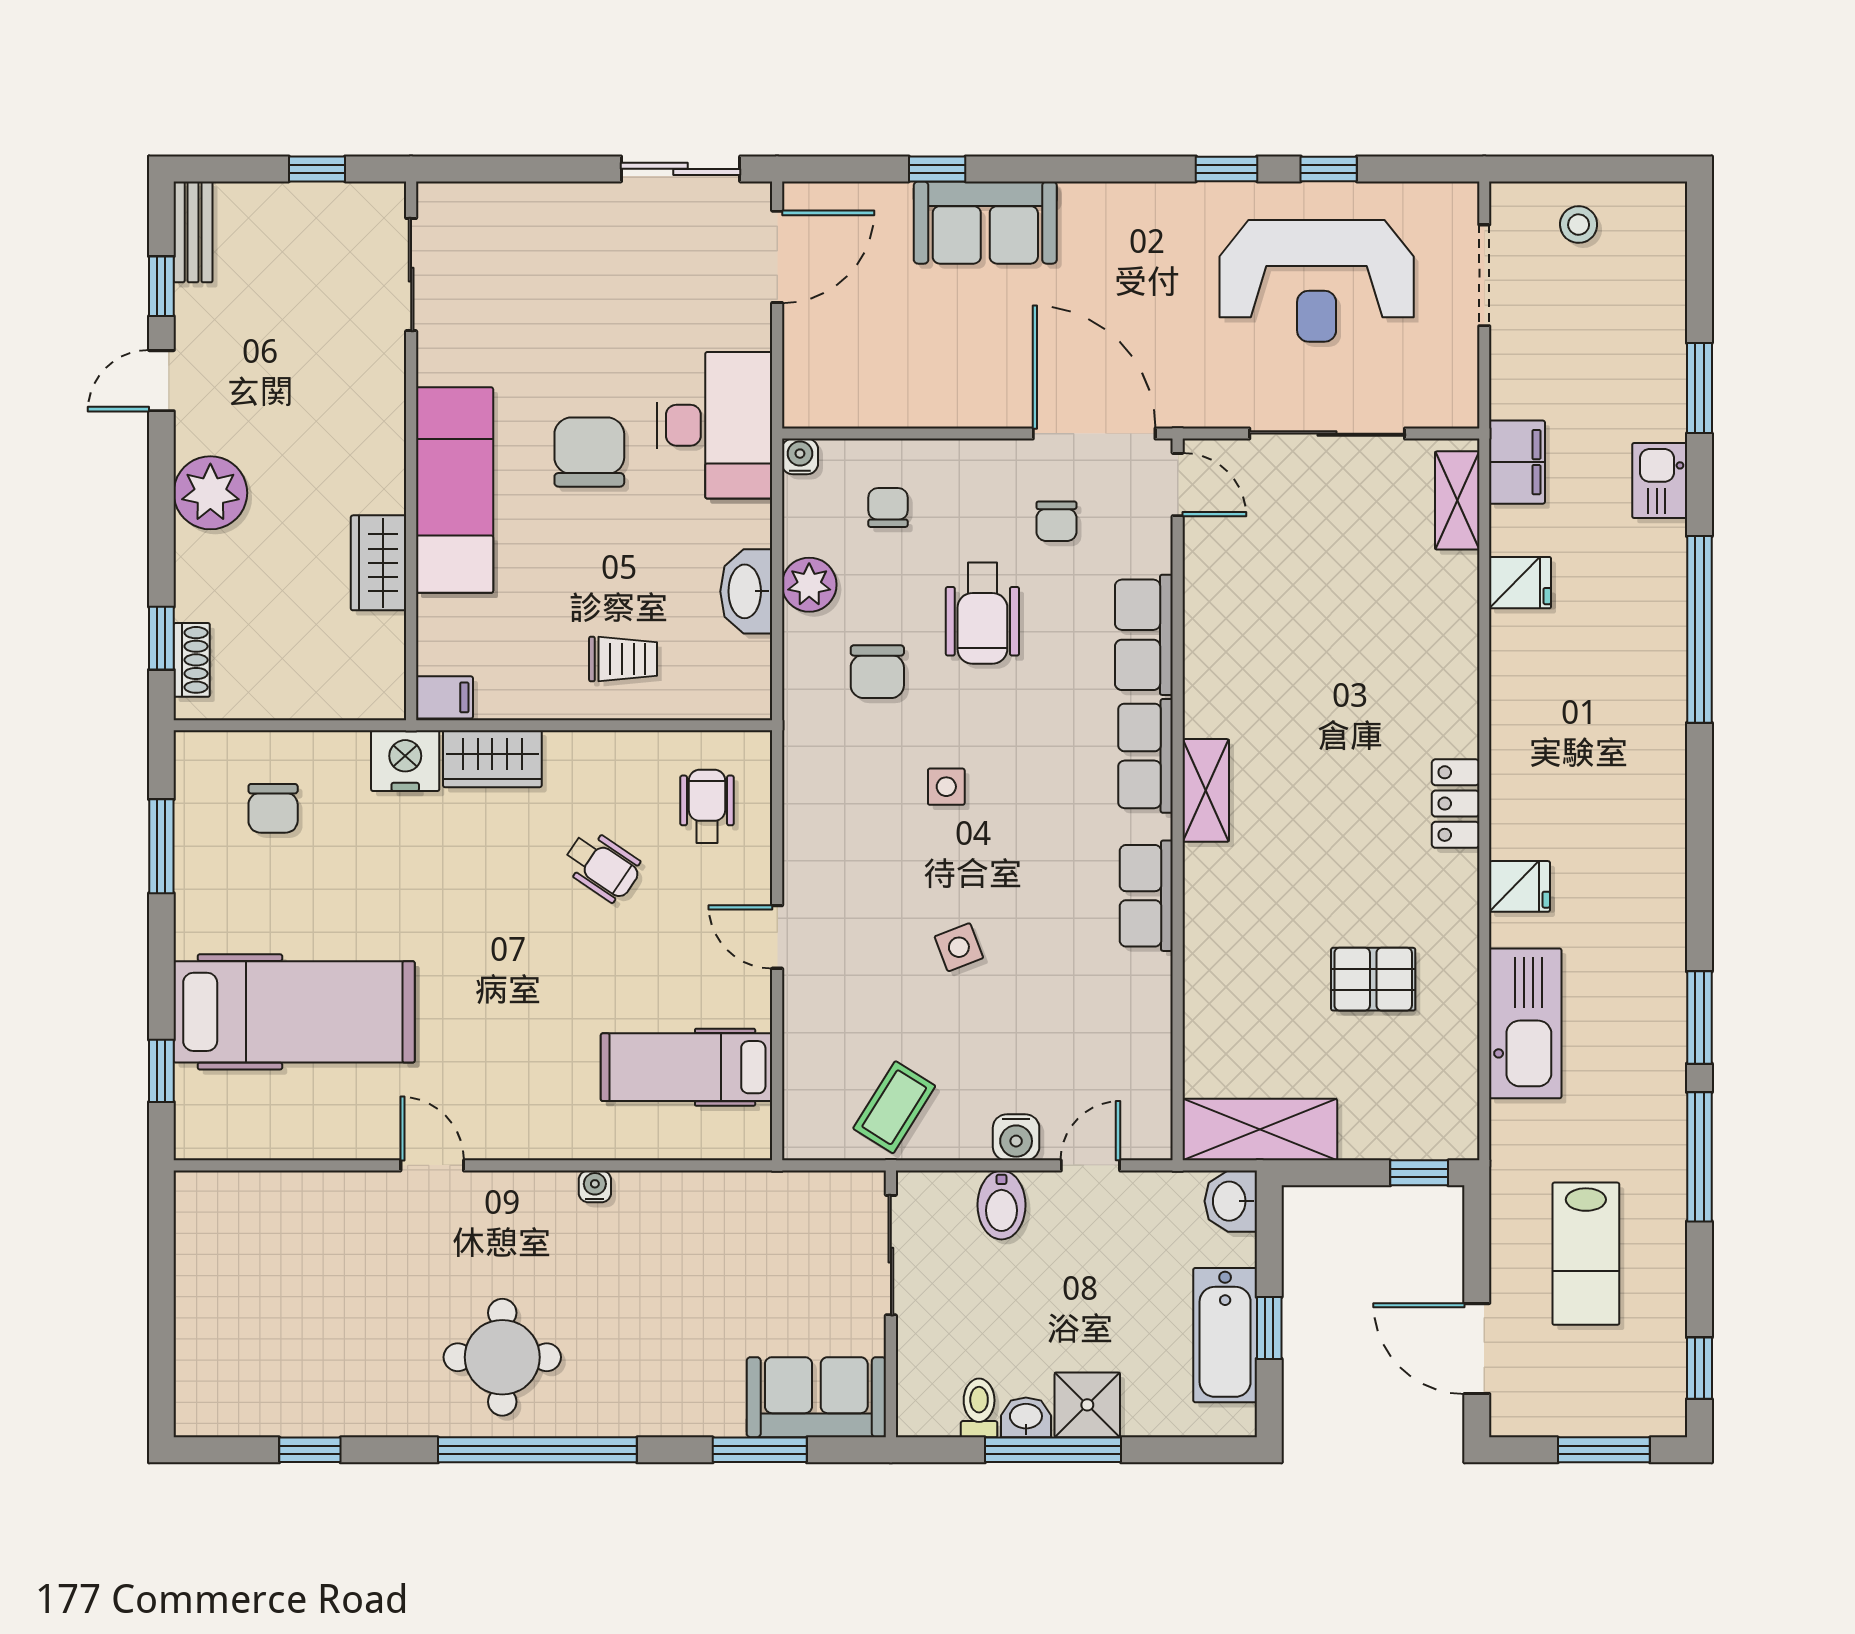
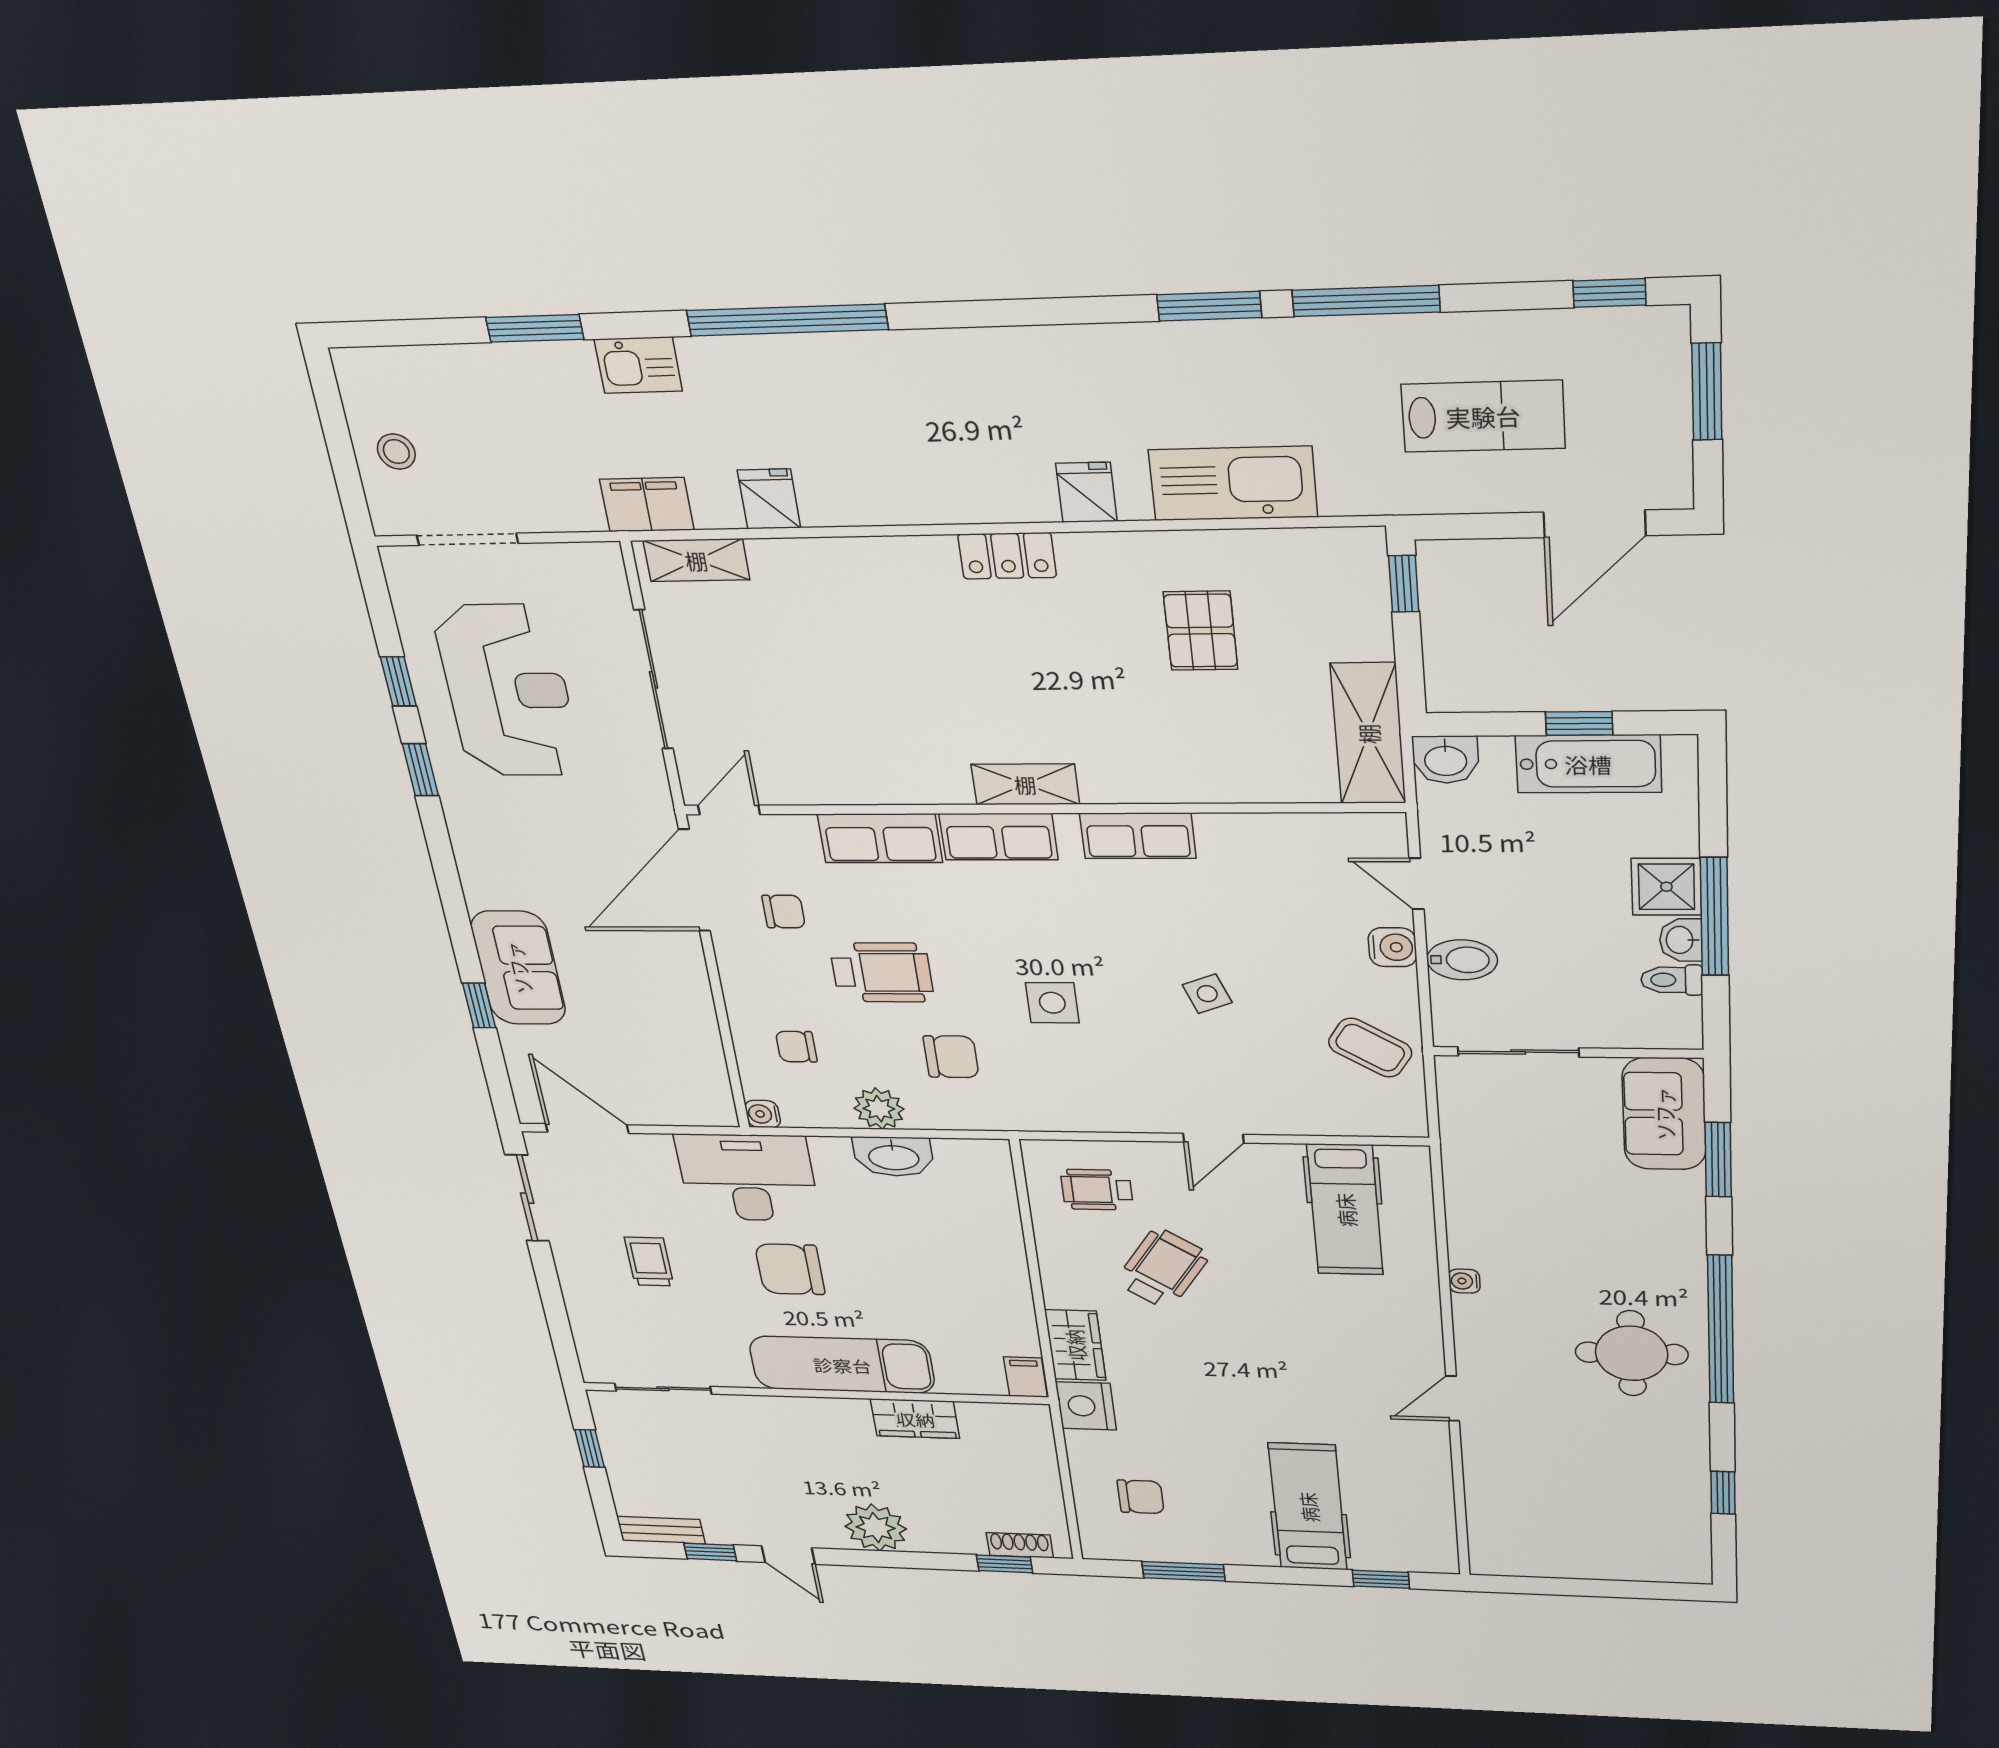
trolley: (623, 659) -> (649, 1262), moved
side table: (946, 787) -> (1052, 1003), width x1.37, depth x1.37
wheelchair: (602, 866) -> (1162, 1269), width x1.36, depth x1.37
hospital bed: (294, 1012) -> (1308, 1507), width x0.73, depth x0.78

